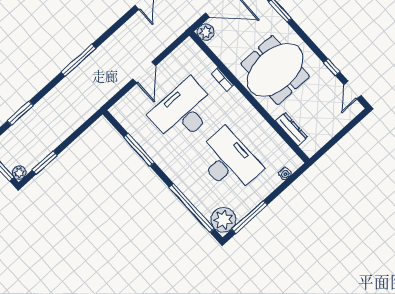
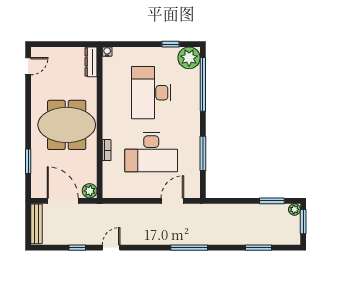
window: (332, 67) -> (28, 93), removed
door: (144, 72) -> (172, 201), moved
dresser: (292, 129) -> (91, 62), moved
water cooler: (285, 174) -> (107, 52), moved
window: (250, 217) -> (170, 44), width x0.46

